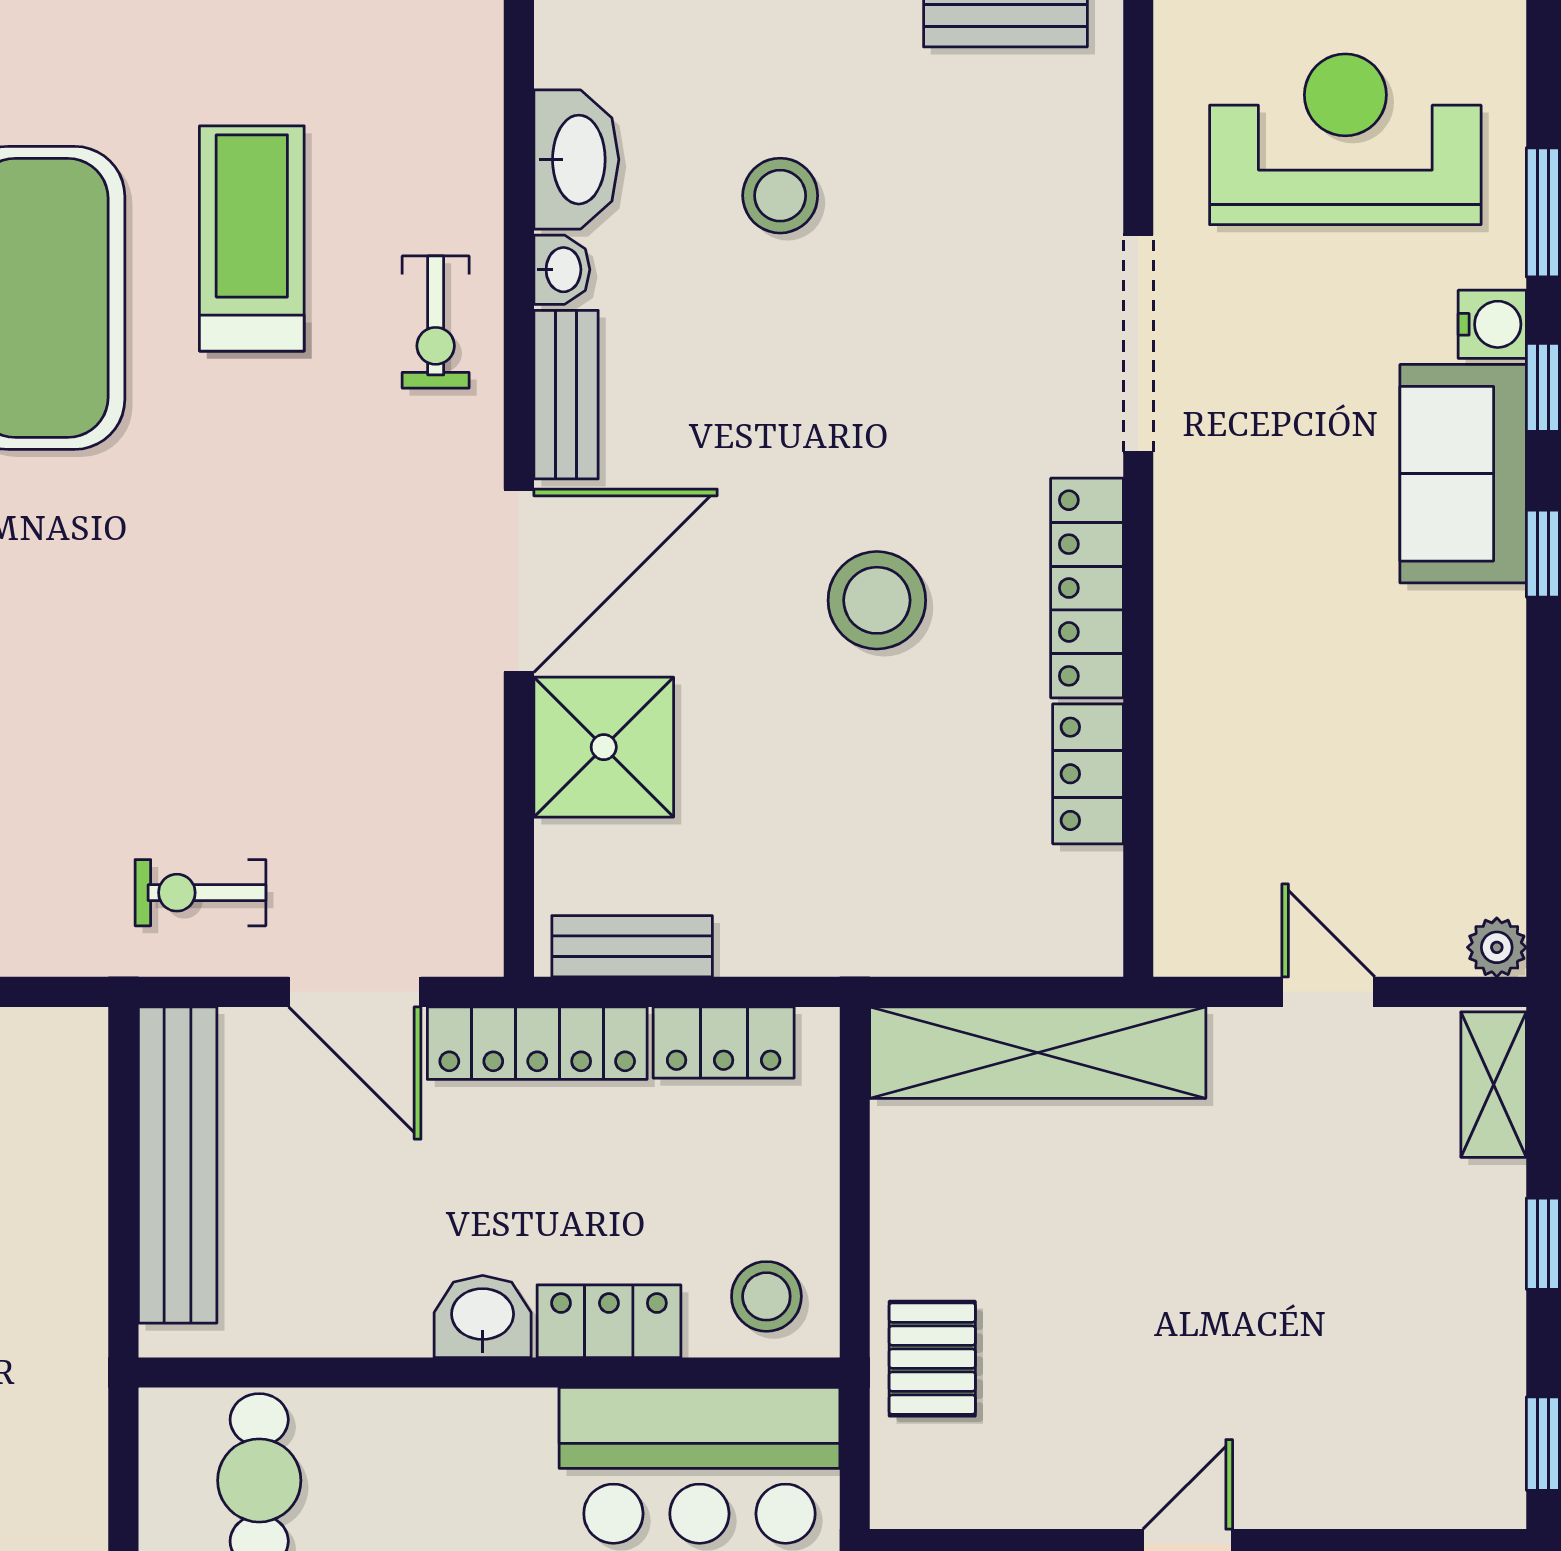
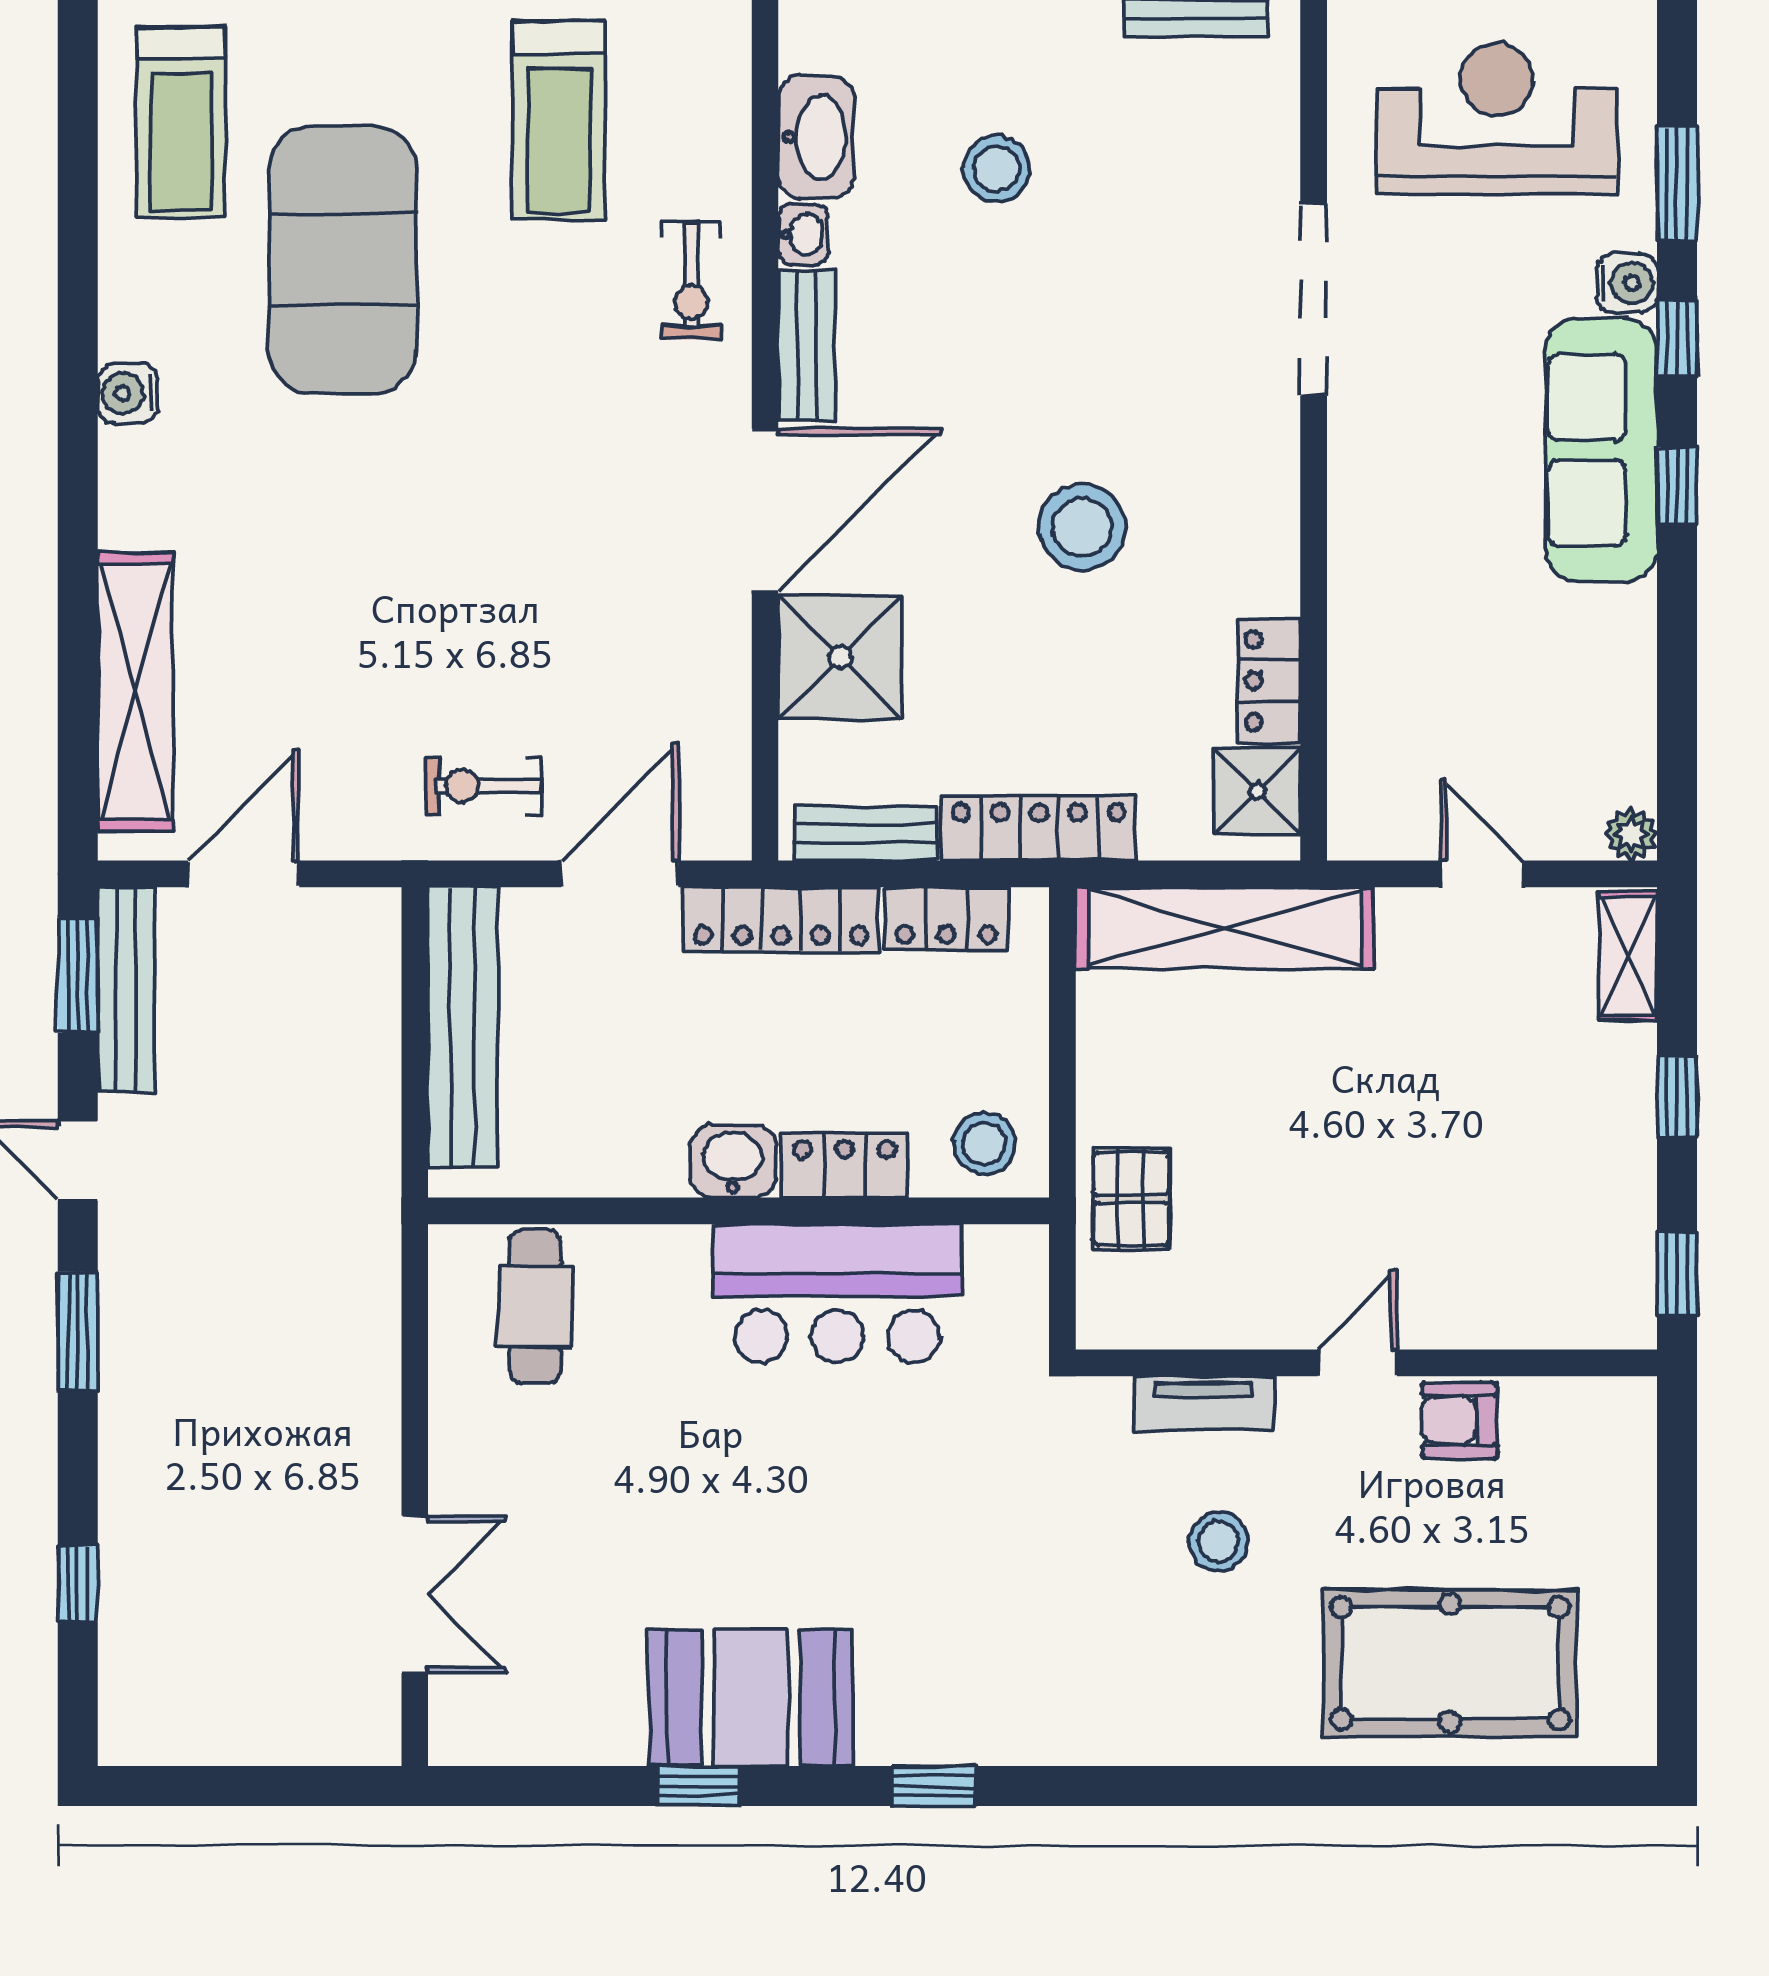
treadmill: (252, 238) -> (559, 121), moved, turned 180
sofa: (1463, 474) -> (1601, 450), width x1.36
locker: (1087, 588) -> (1039, 828), moved, turned 90
shower: (1075, 898) -> (1257, 791), added
door: (355, 992) -> (620, 874), swing flipped
bar counter: (699, 1465) -> (837, 1293), moved

